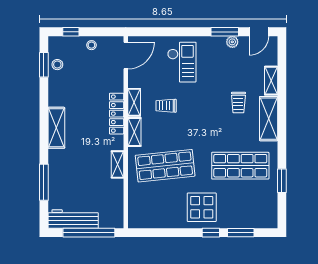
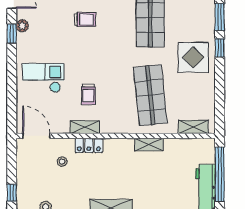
window: (225, 32) -> (12, 34), width x0.67
stool: (91, 45) -> (62, 162), moved
locker: (117, 114) -> (89, 145), width x0.66
shelving: (134, 132) -> (193, 127), moved

